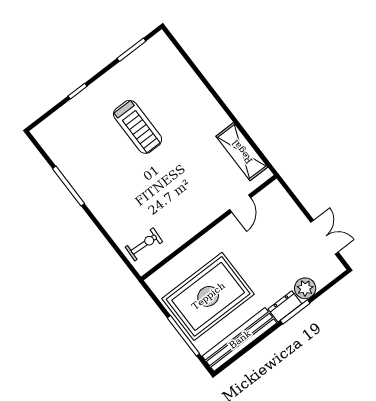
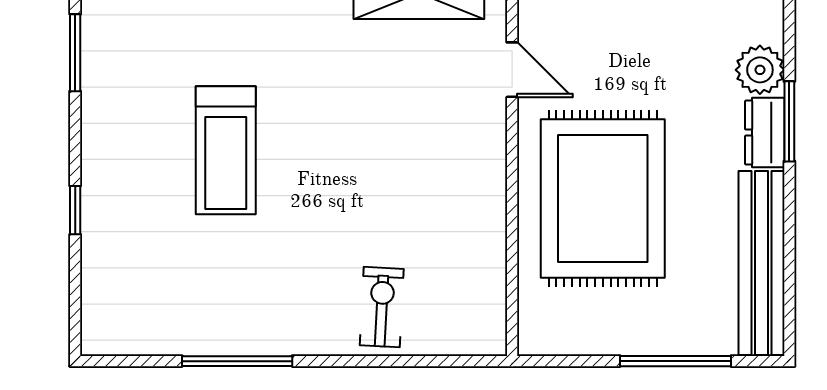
treadmill: (138, 127) -> (226, 150), turned 90
exercise bike: (144, 244) -> (382, 307), moved
rug: (208, 296) -> (603, 198), moved

